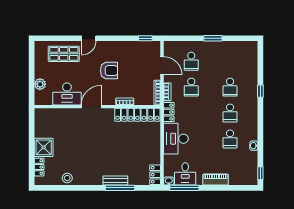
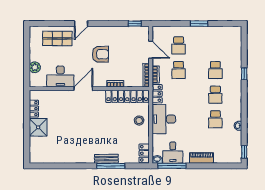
locker: (39, 167) -> (34, 109), moved
stool: (67, 178) -> (139, 120), moved

